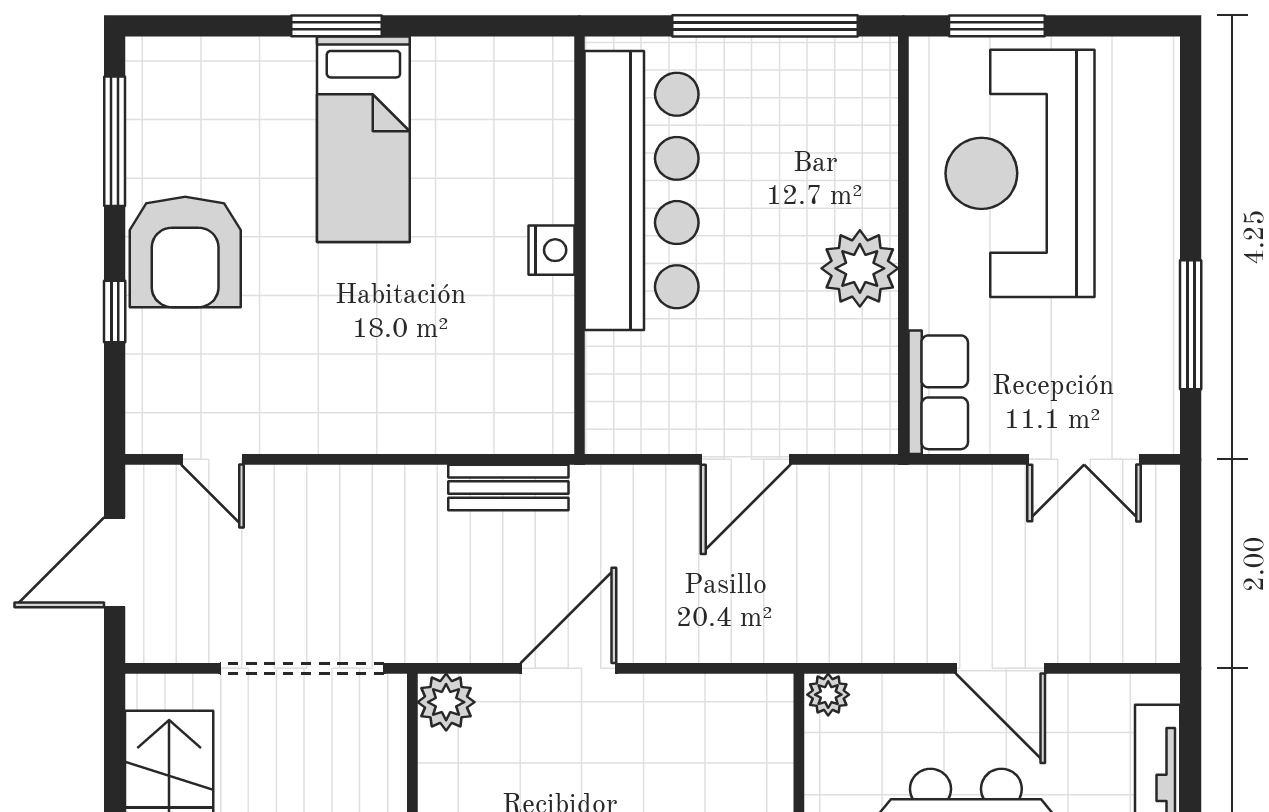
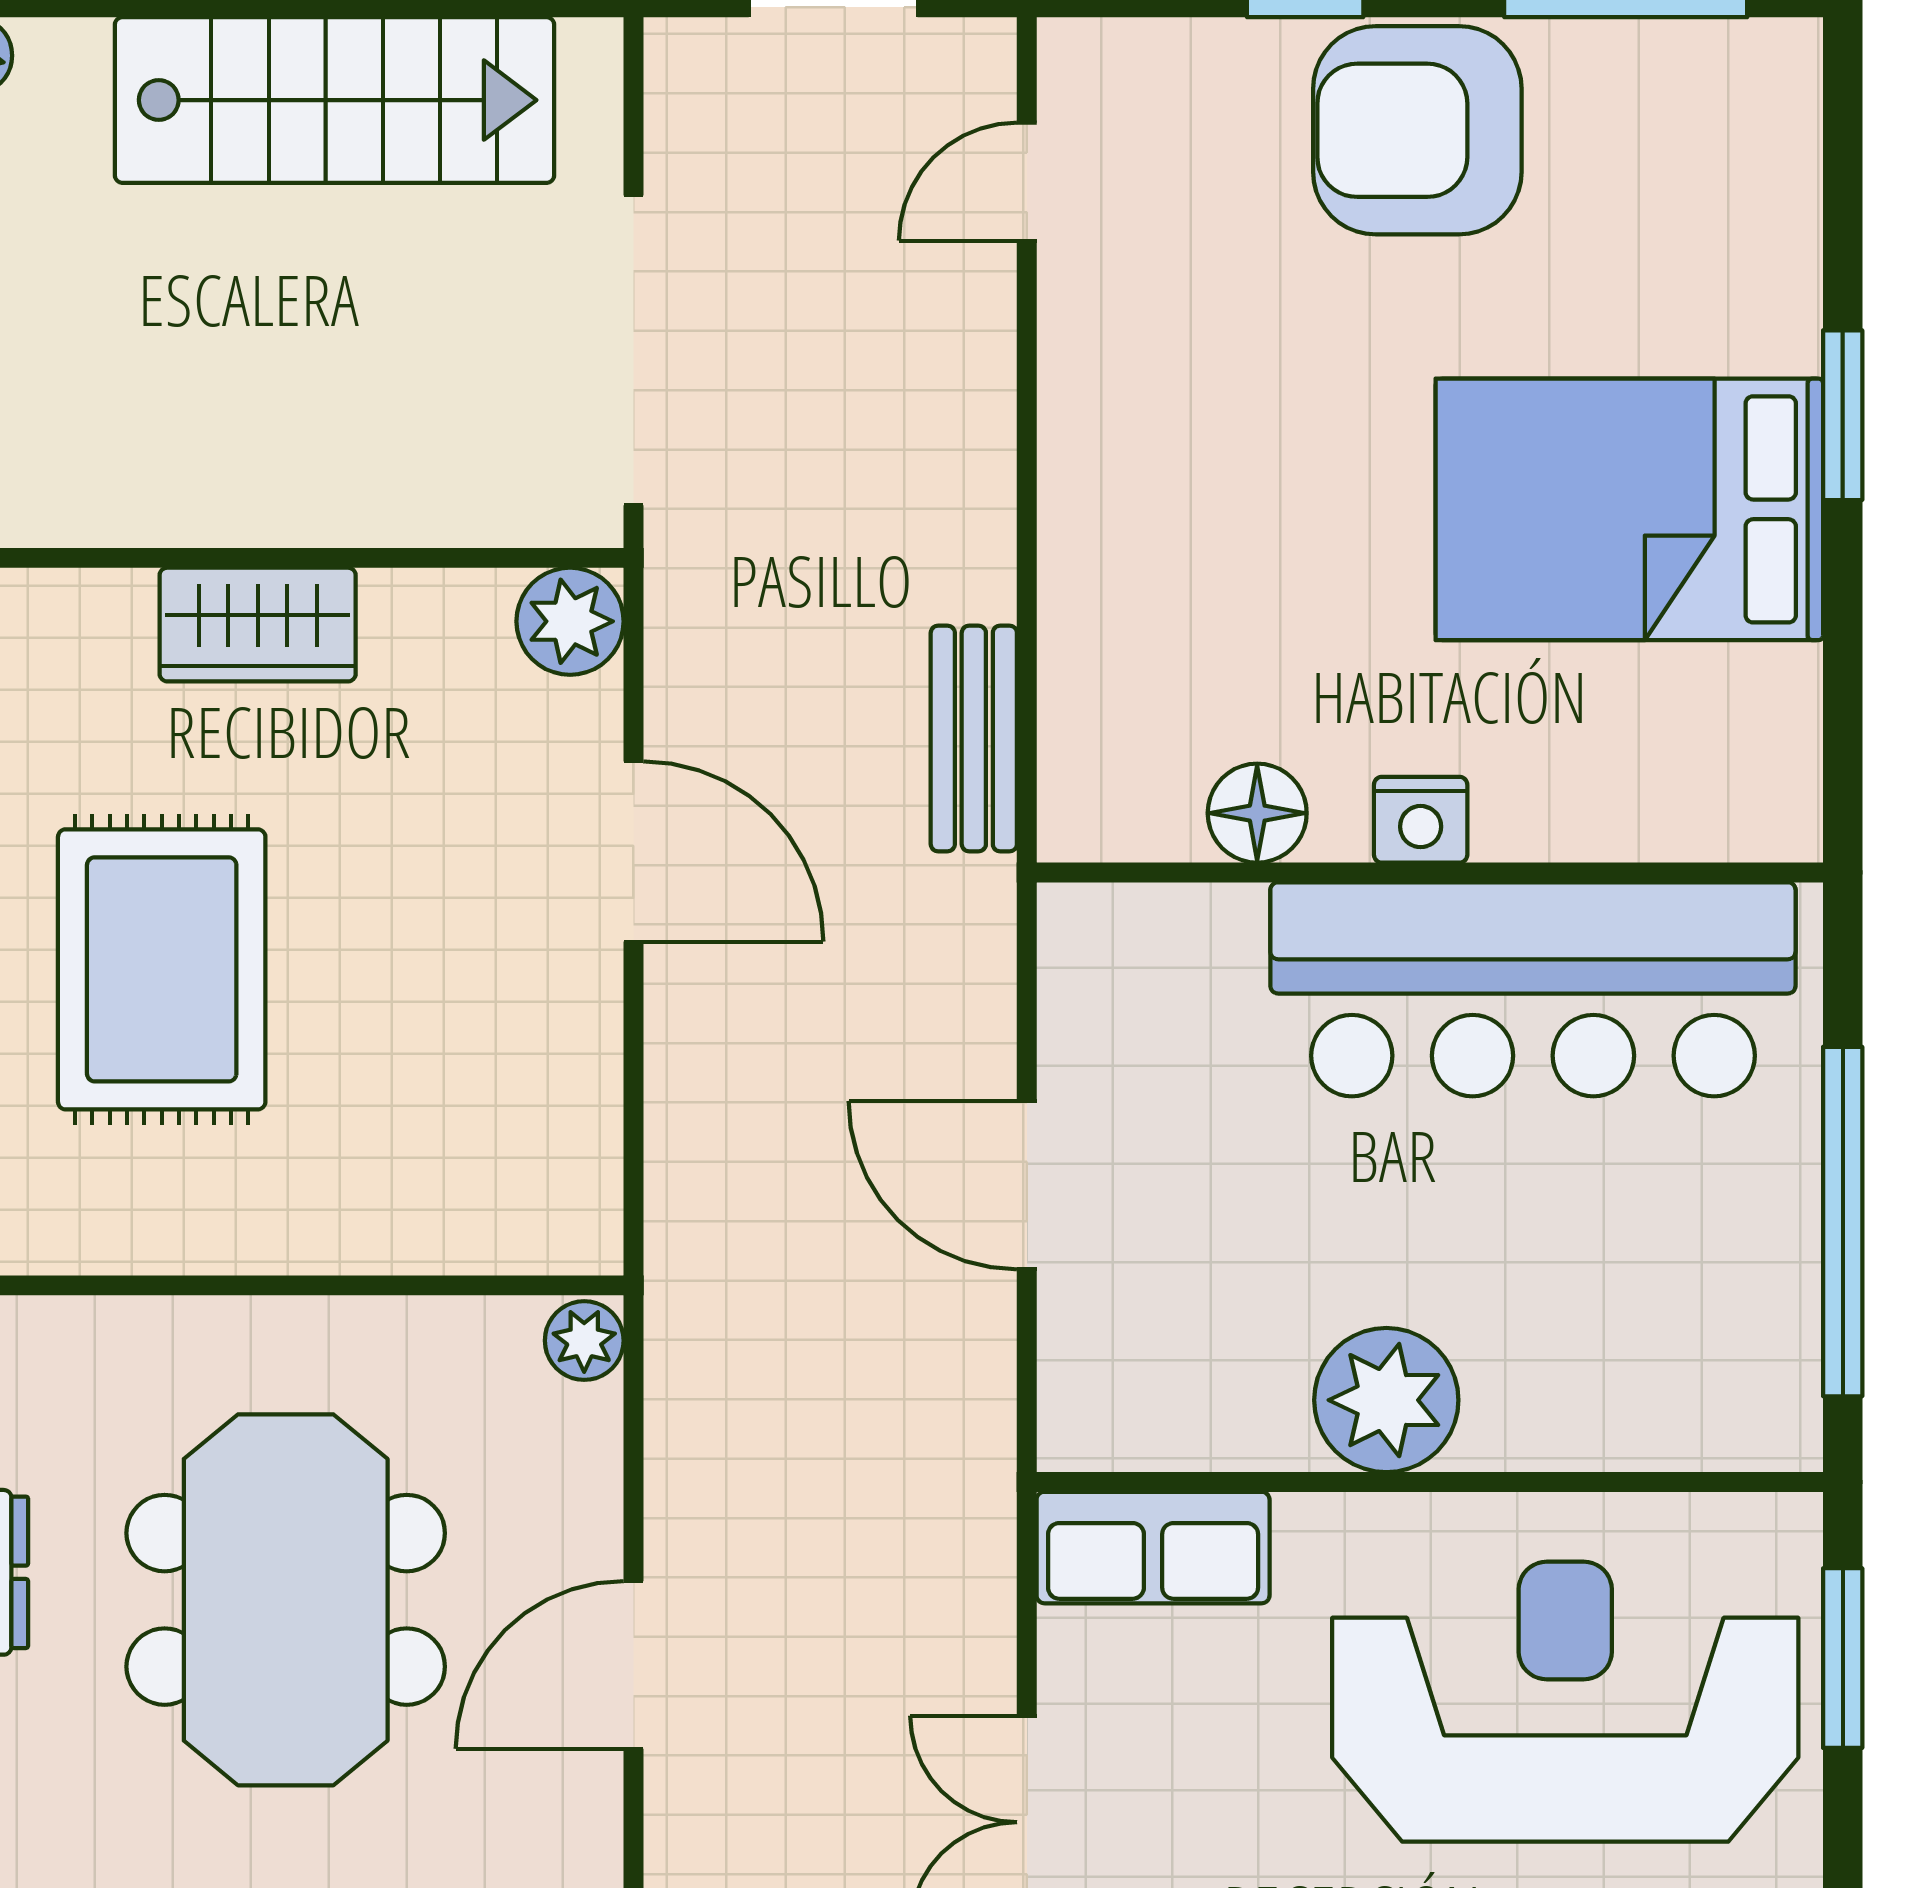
bed: (363, 139) -> (1629, 509), width x1.50
floor lamp: (548, 337) -> (1257, 813), added

